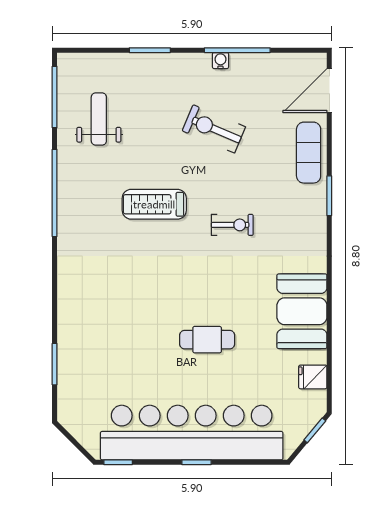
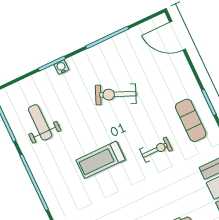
water cooler: (220, 61) -> (61, 67), moved
door: (329, 91) -> (178, 36), hinge flipped
exercise mat: (309, 153) -> (191, 120), moved

